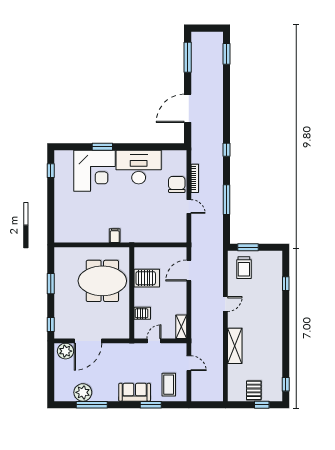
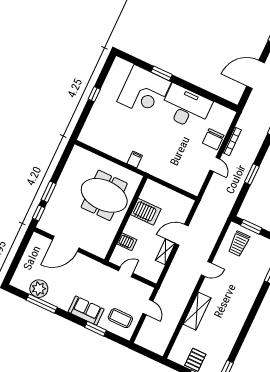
window: (51, 171) -> (94, 94), moved
chair: (177, 184) -> (213, 139), turned 180
window: (226, 200) -> (252, 174), width x0.69
door: (189, 270) -> (182, 235), moved
window: (51, 284) -> (49, 192), moved
shelving: (181, 327) -> (165, 252), moved
plant: (65, 351) -> (41, 244), removed
coffee table: (169, 385) -> (120, 318), turned 90

